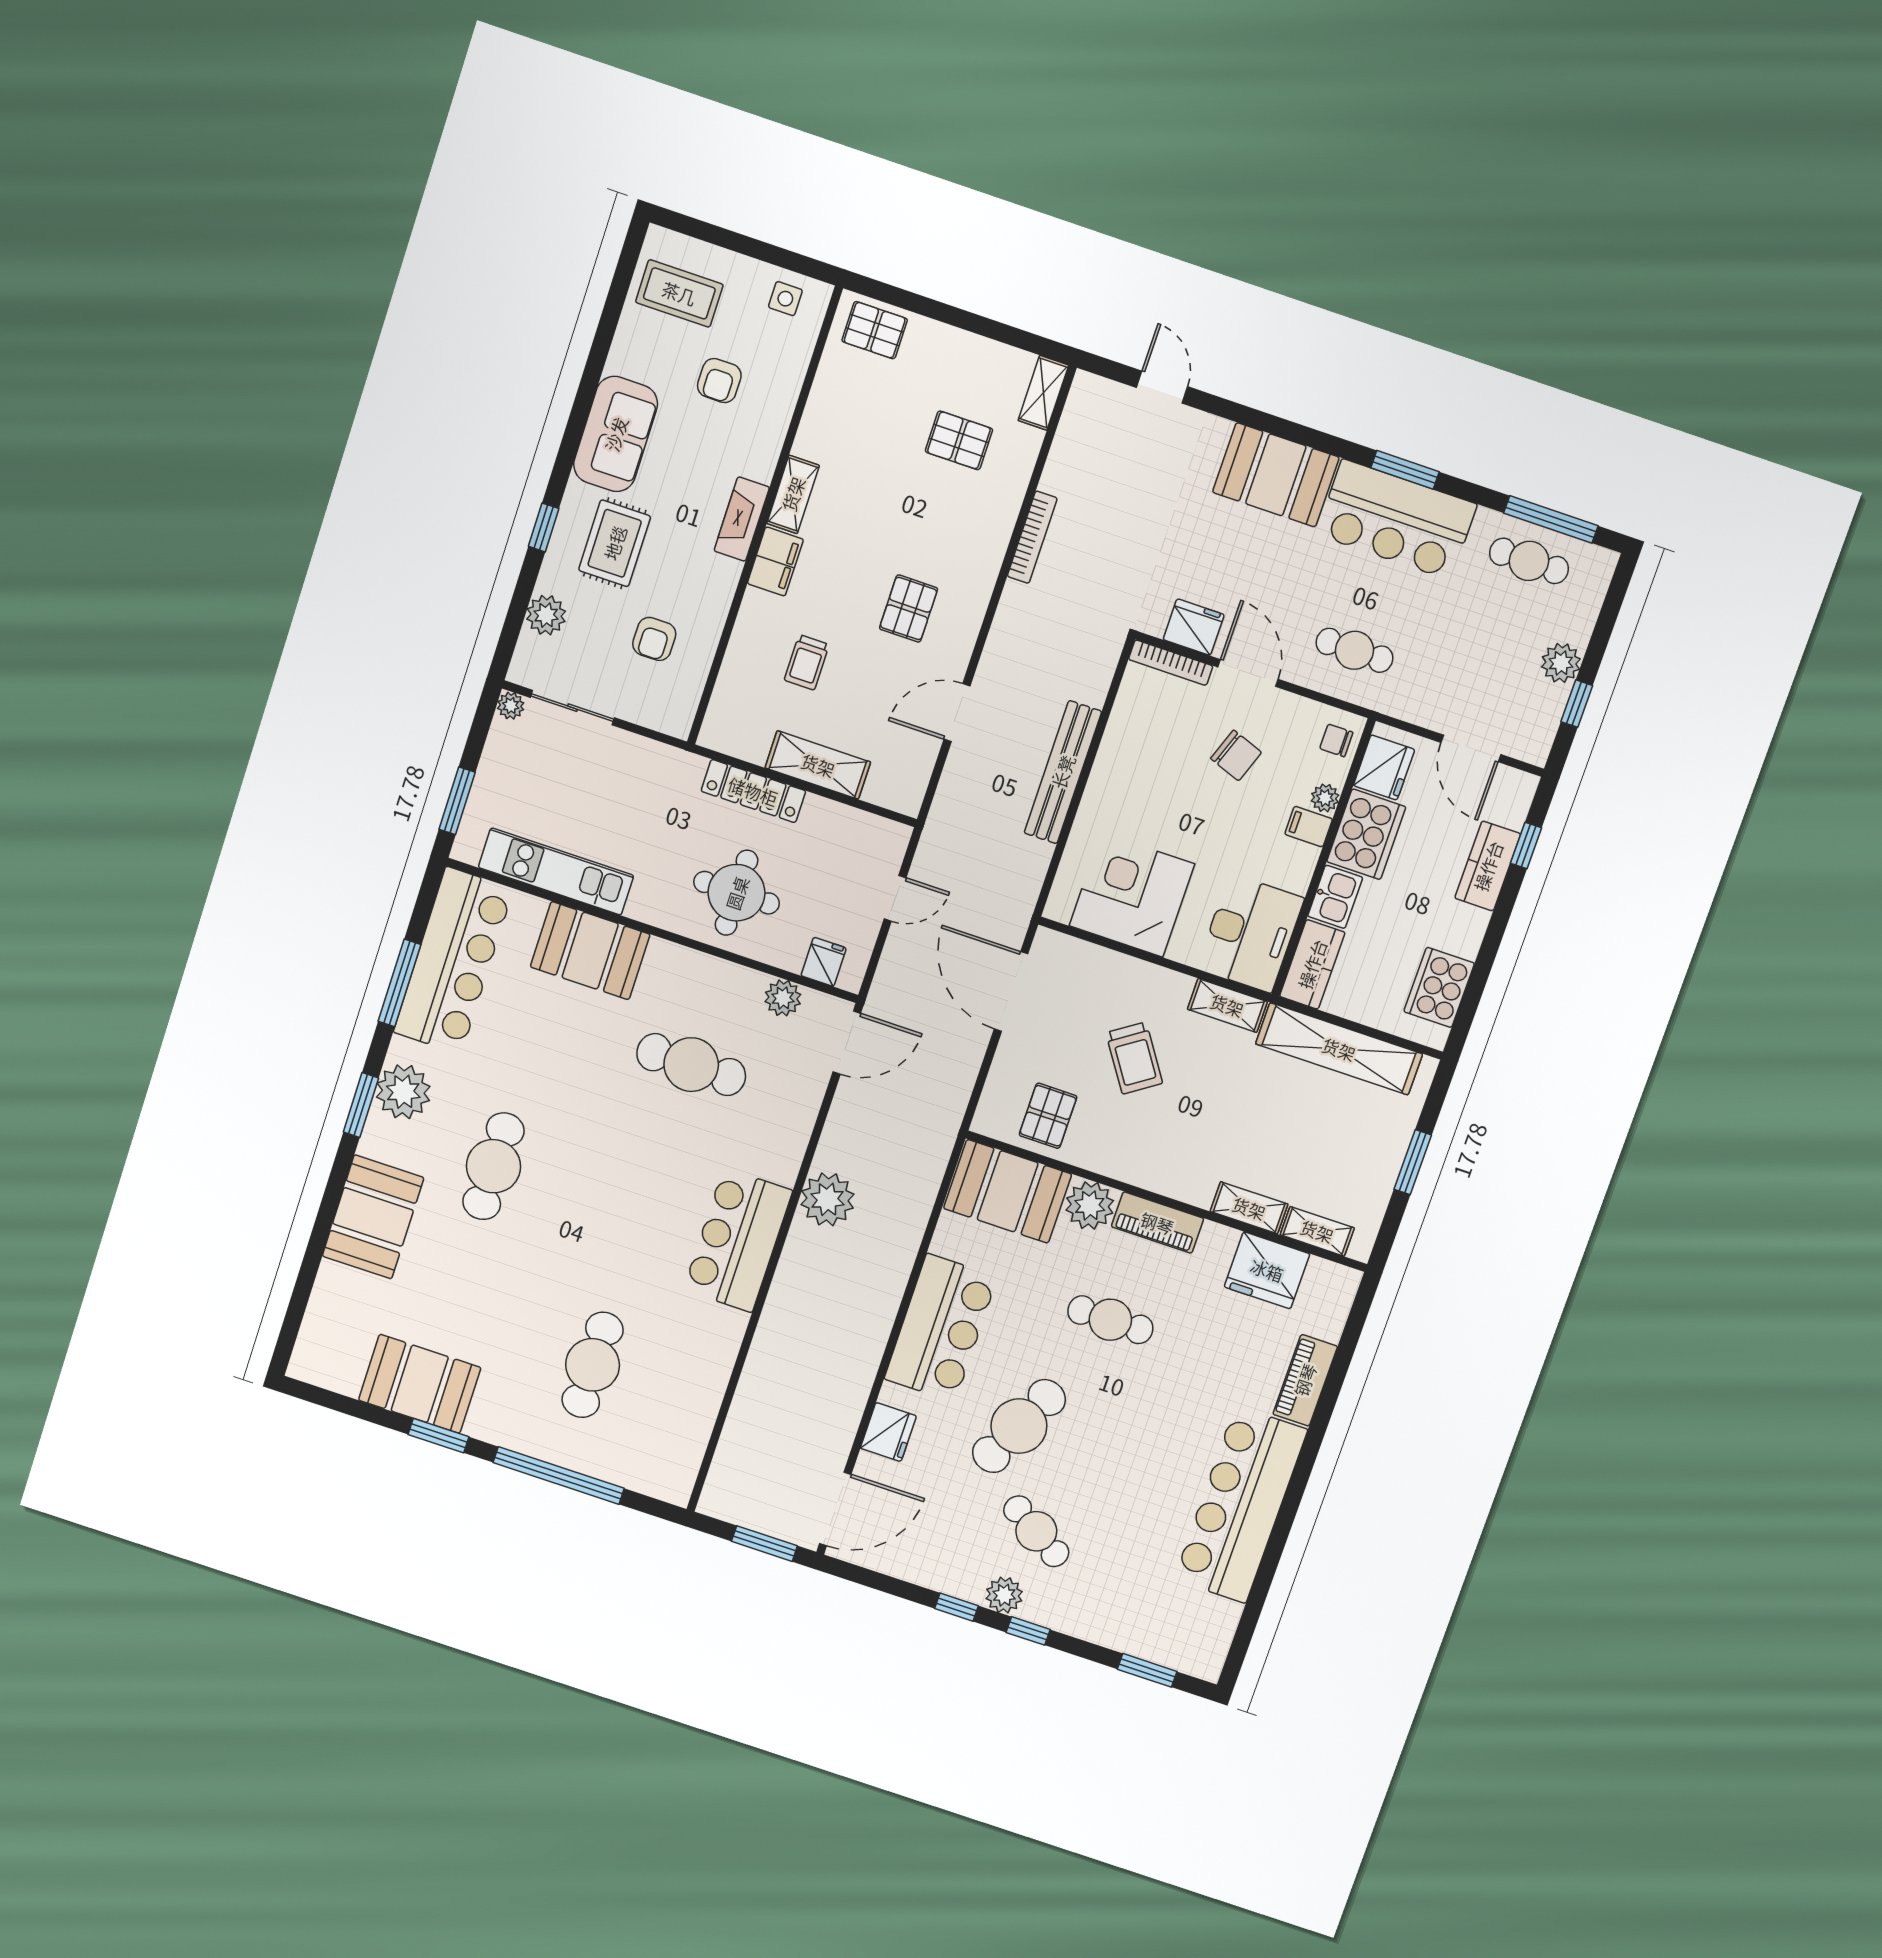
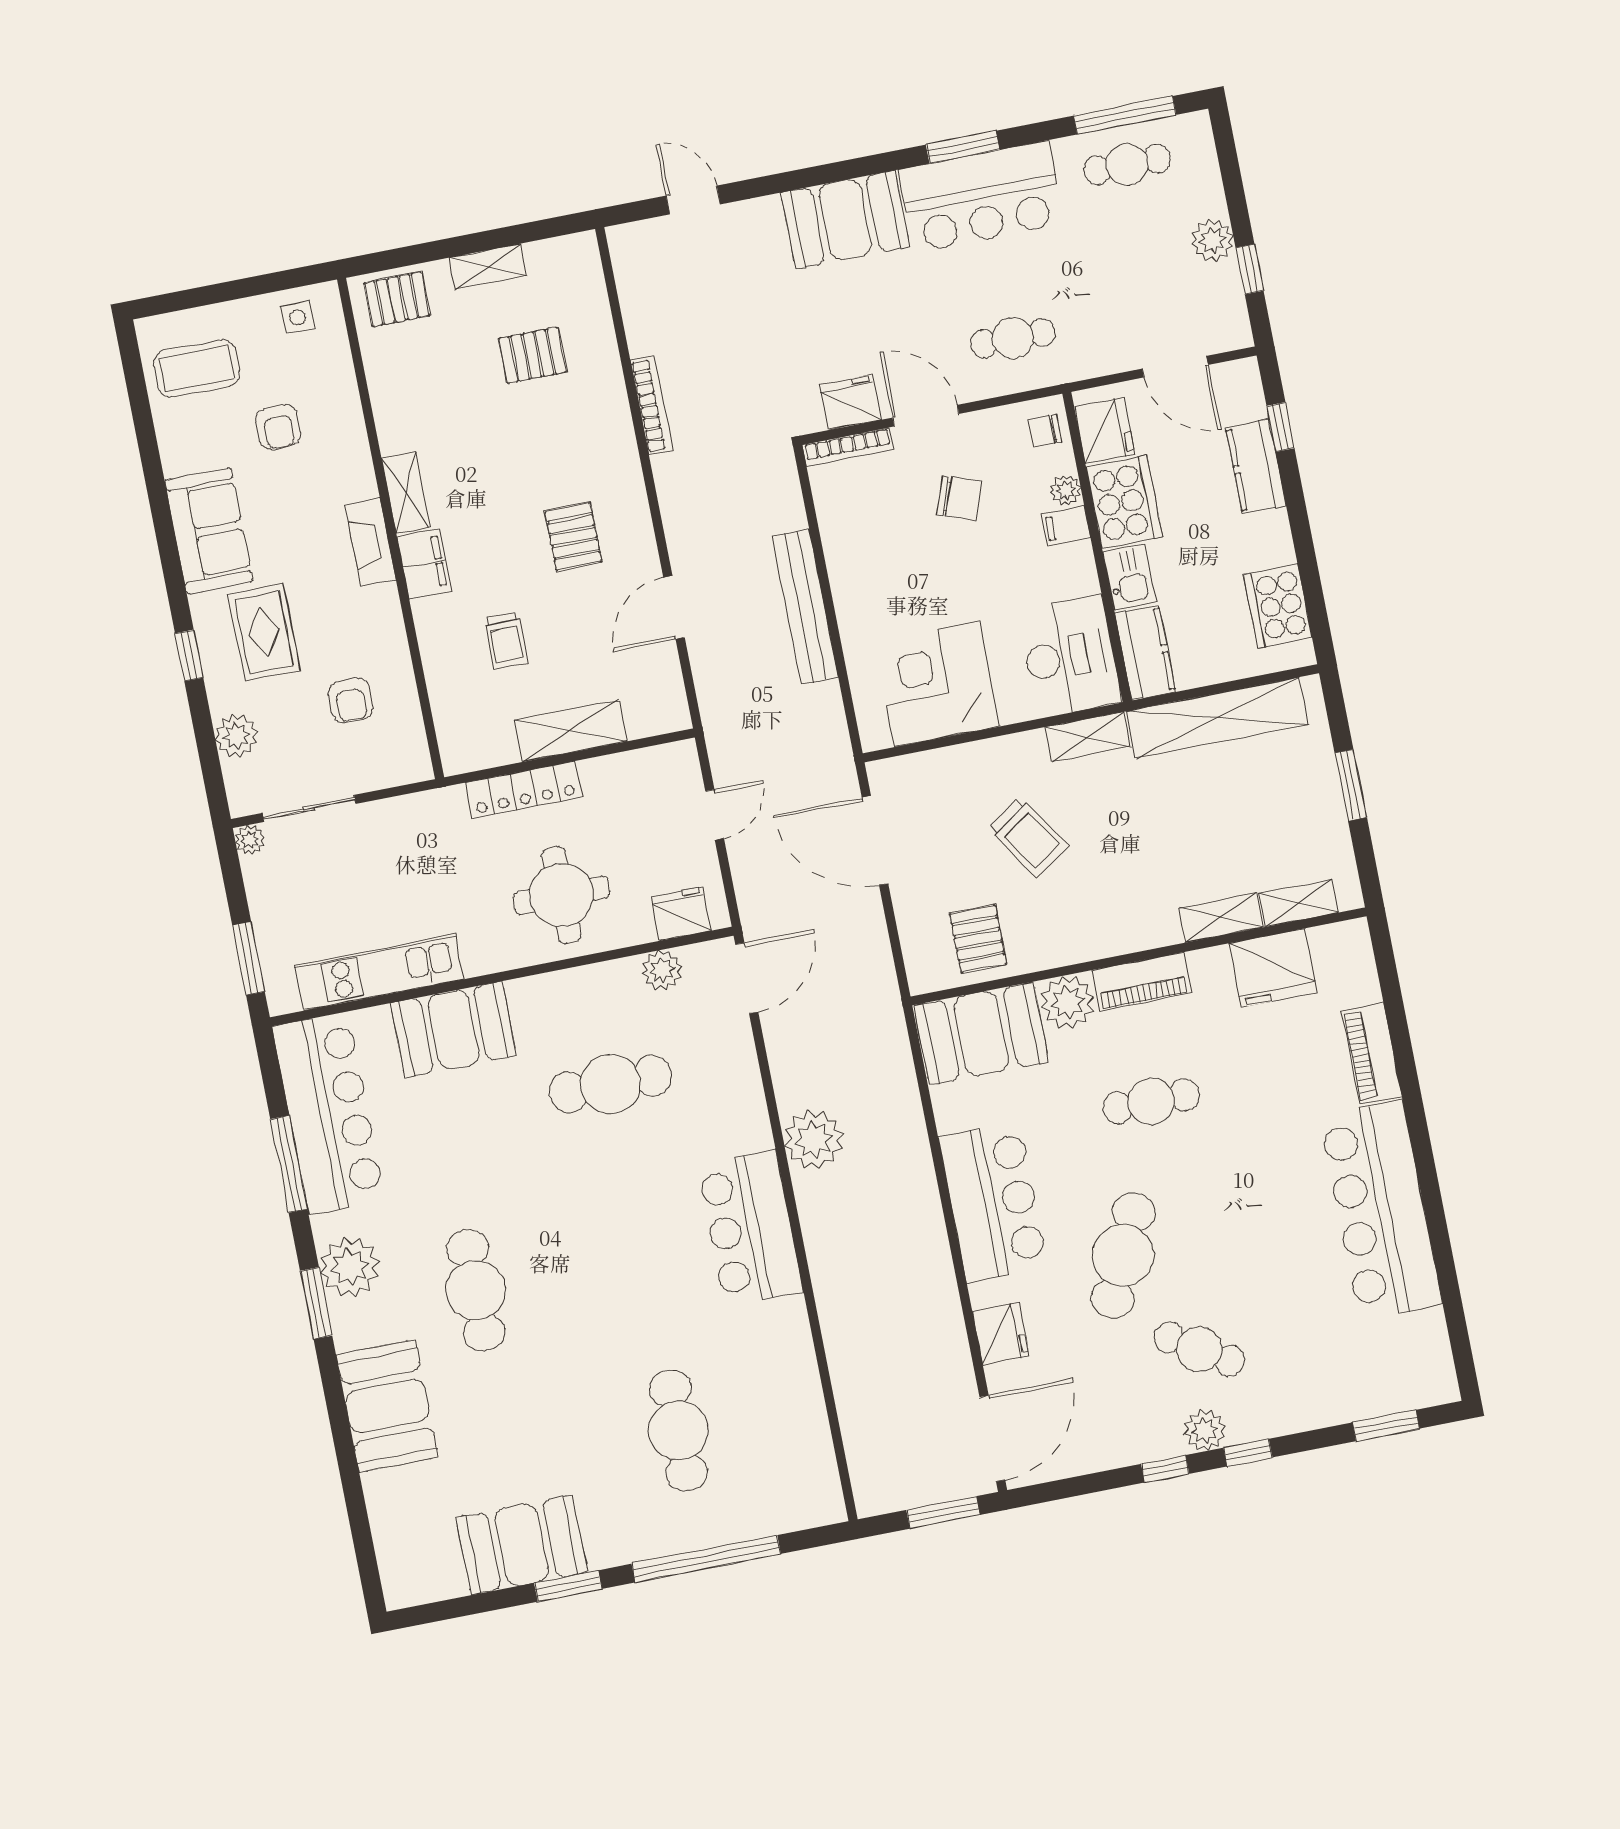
shelving: (1043, 393) -> (488, 267), moved, turned 90
fridge: (824, 962) -> (681, 914), width x1.38

